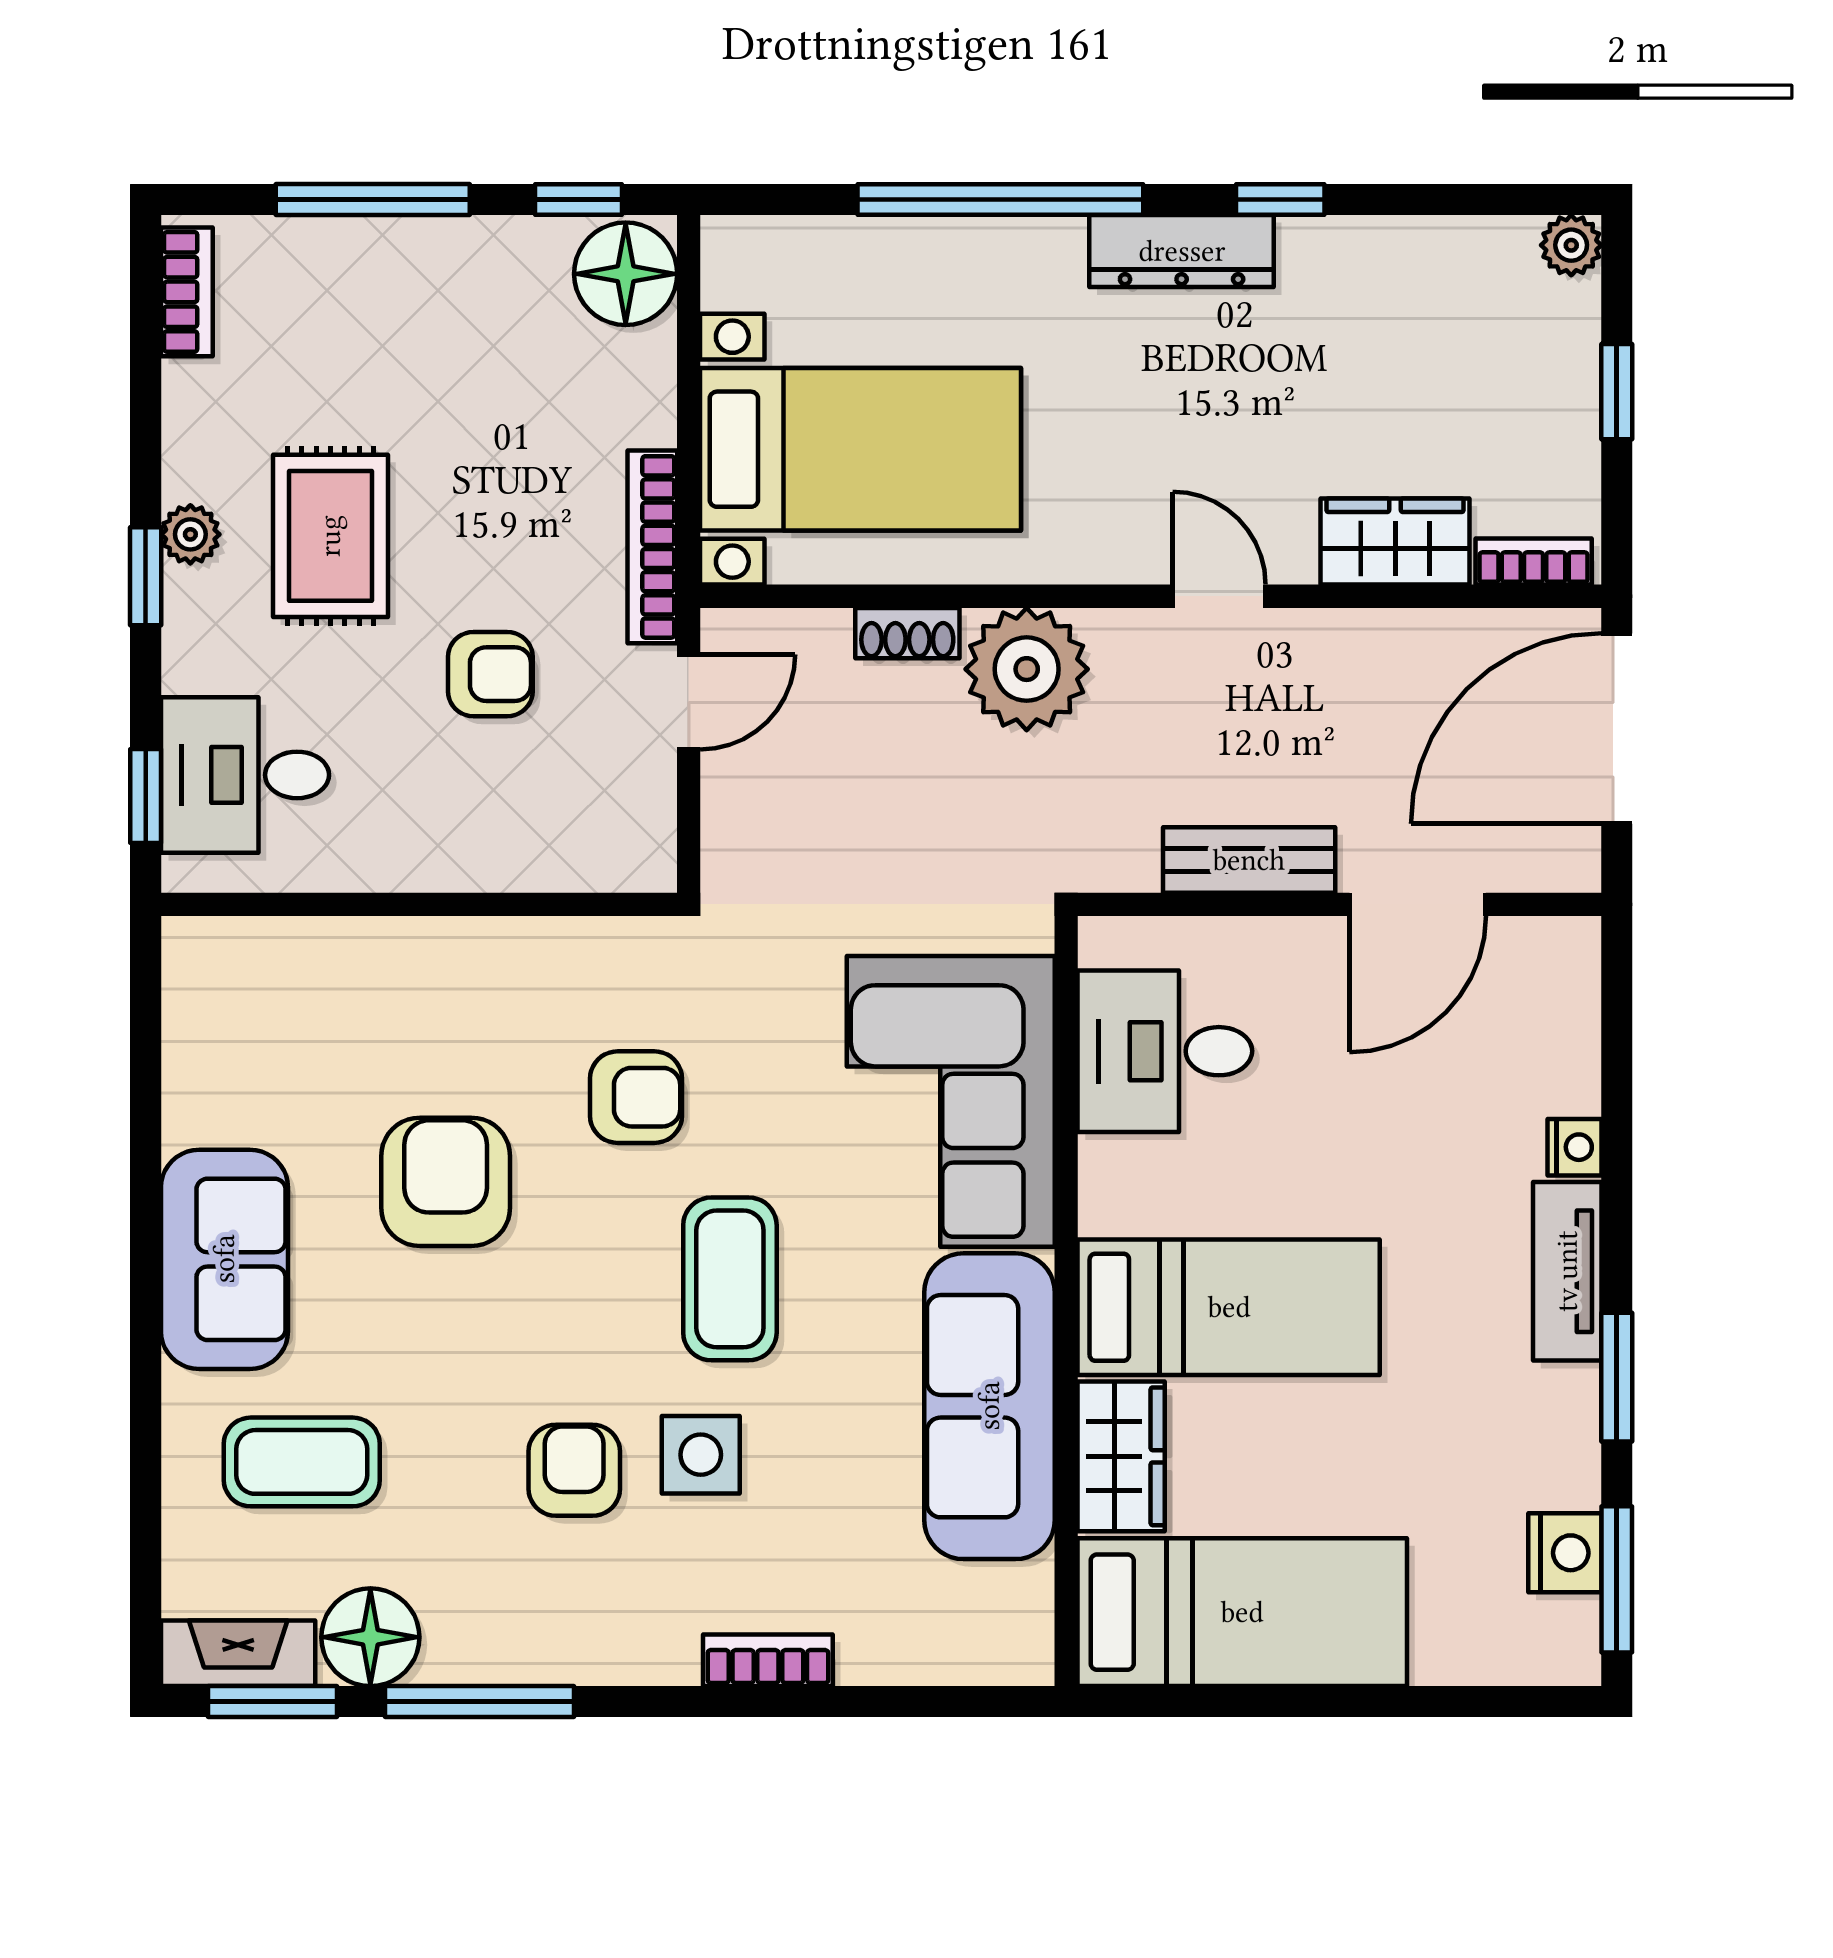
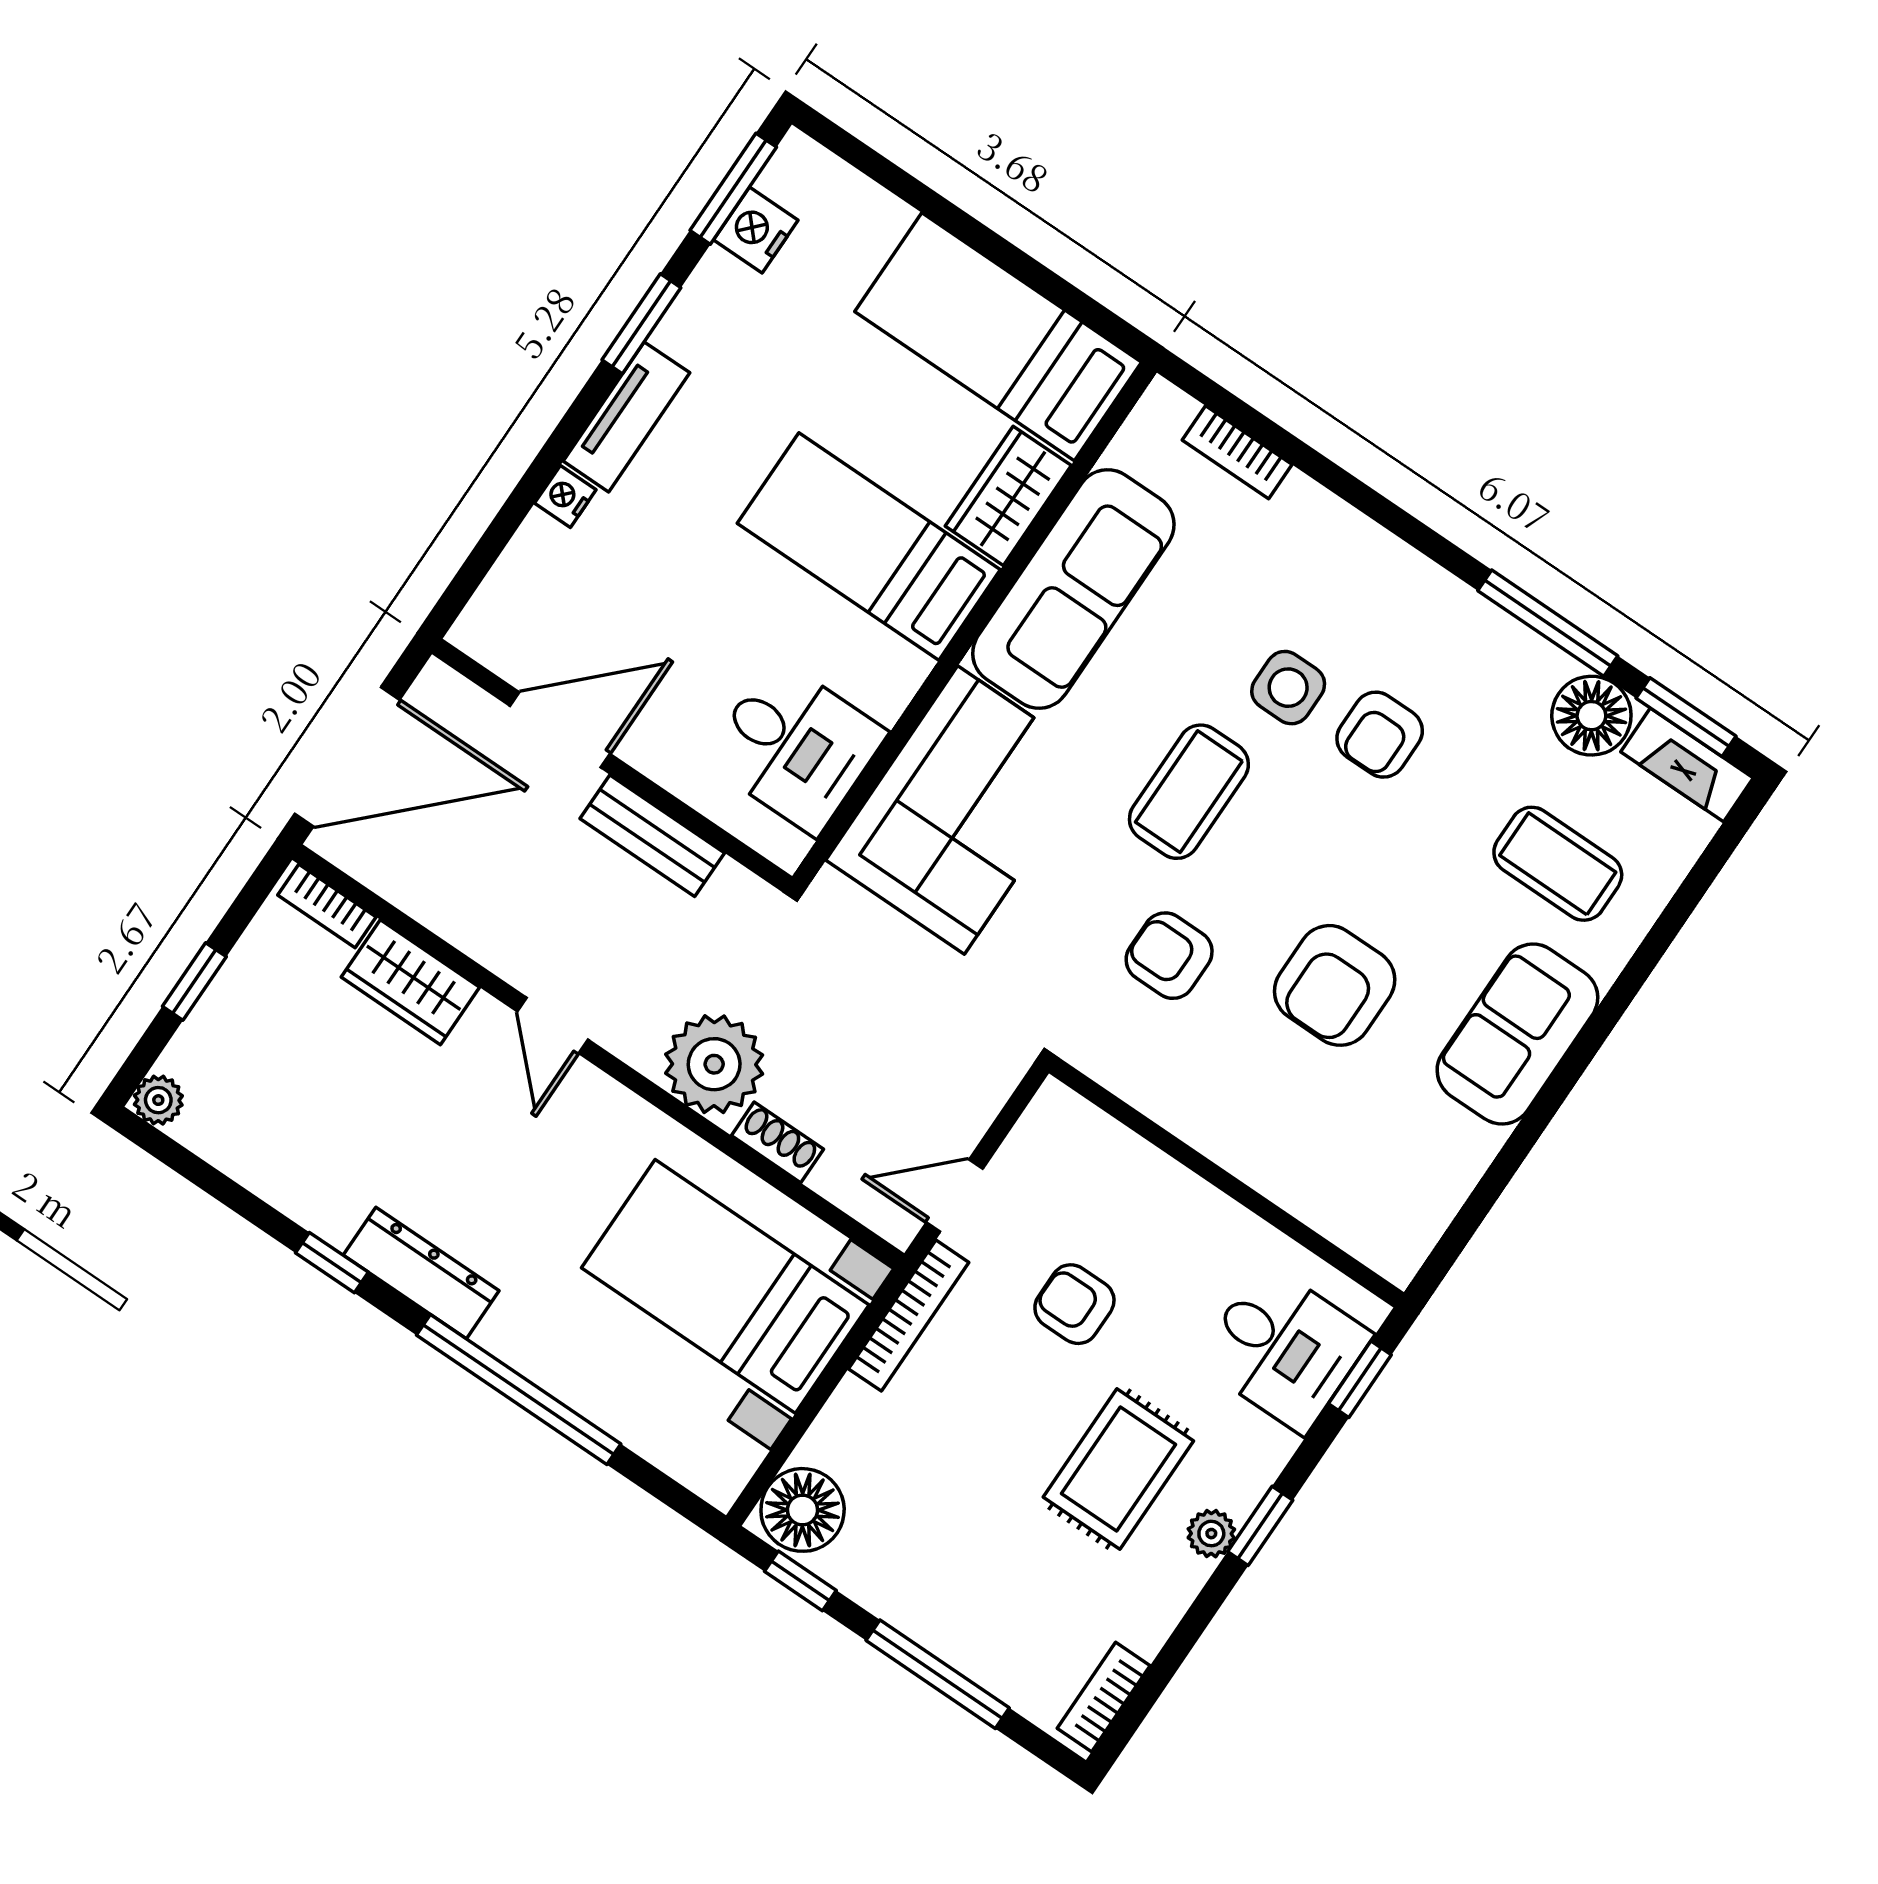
bookcase: (768, 1660) -> (1237, 452), moved

